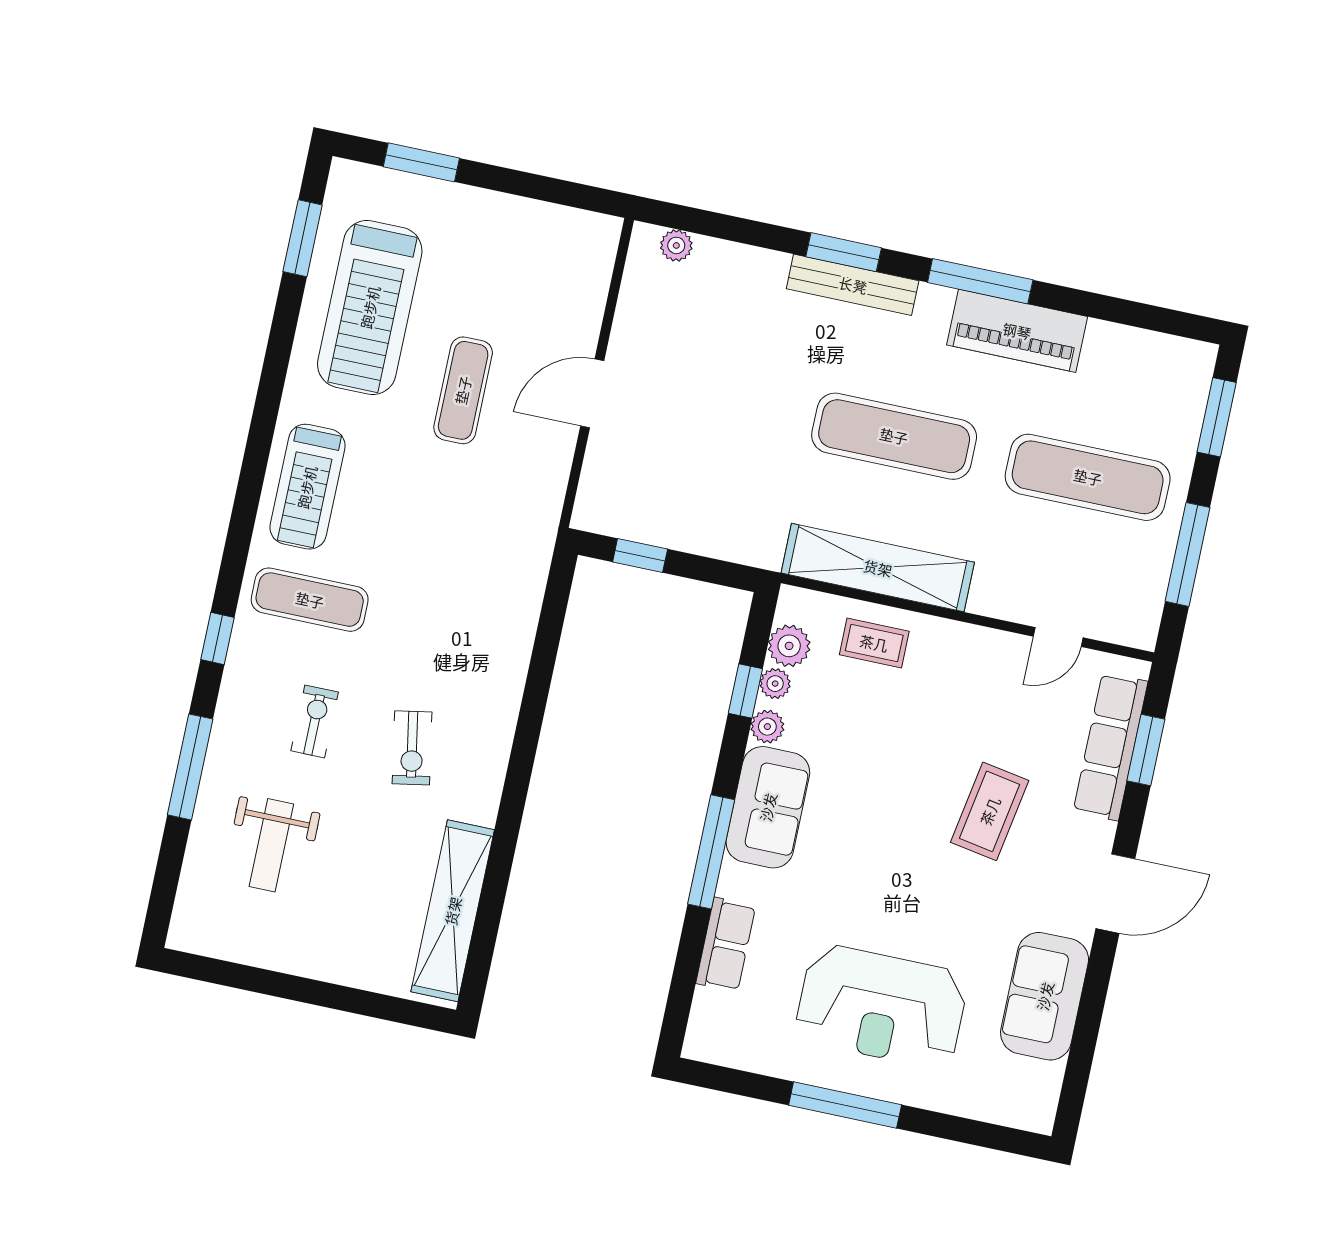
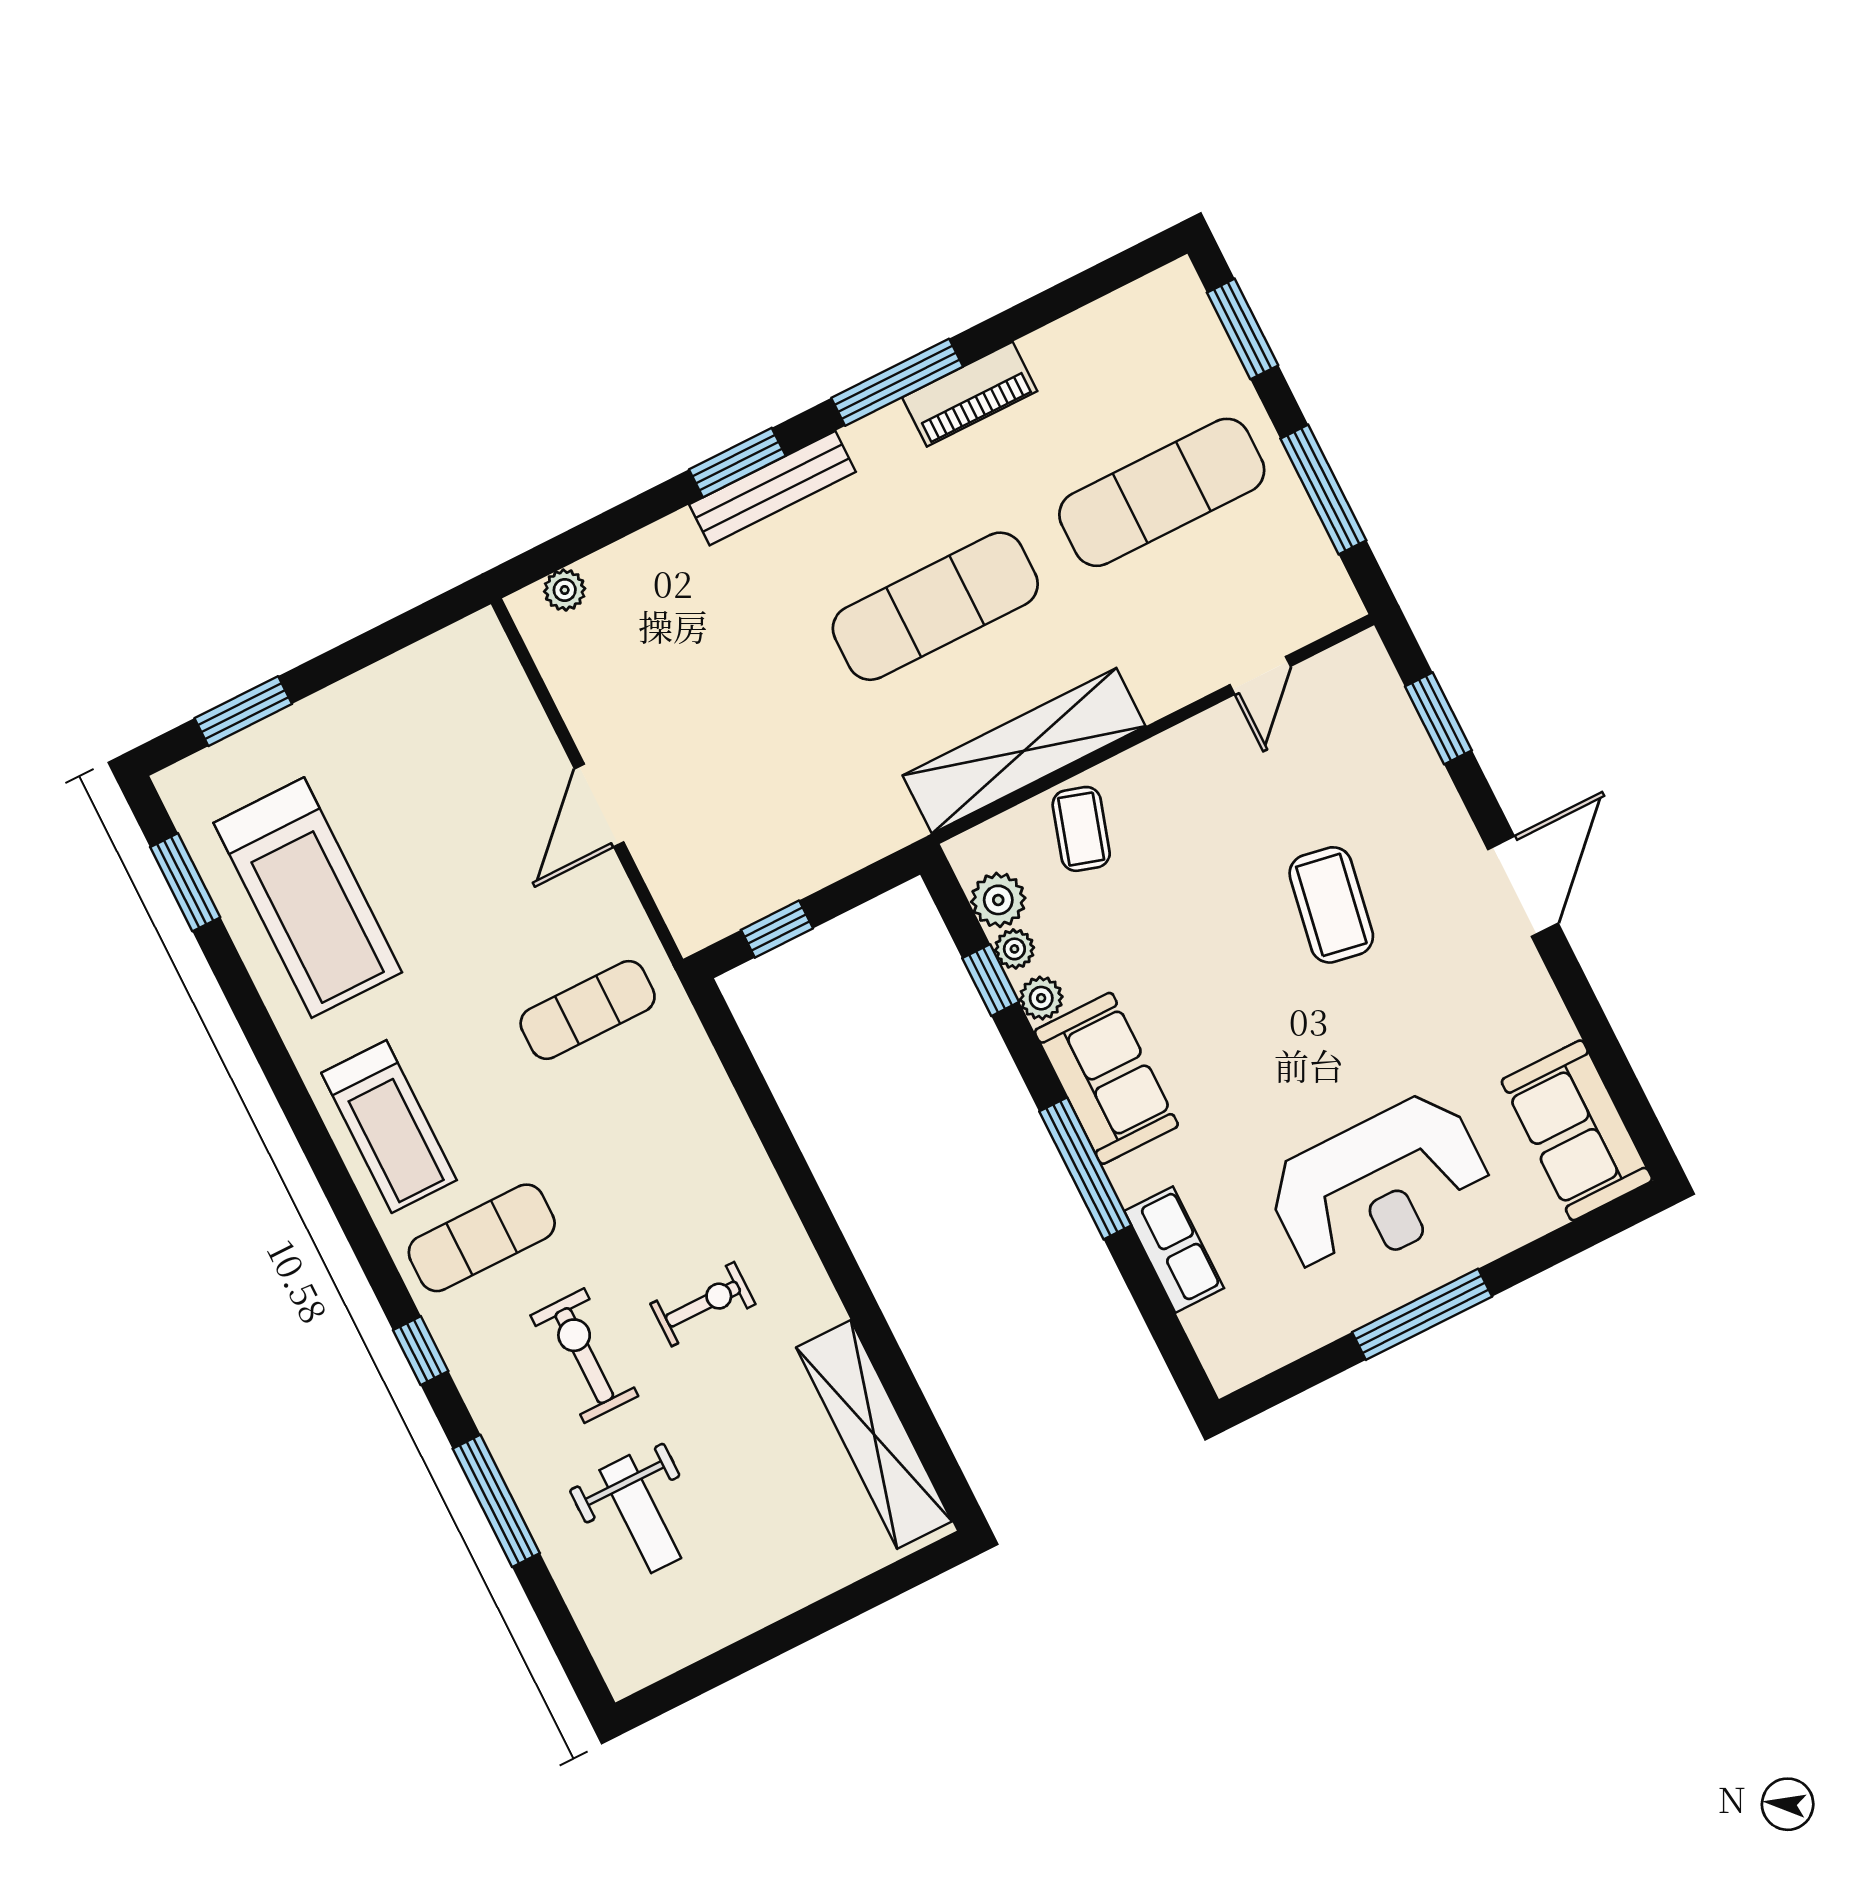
piano: (1017, 331) -> (970, 394), width x0.73, depth x0.75
exercise mat: (463, 390) -> (588, 1010), moved, turned 90
coffee table: (874, 643) -> (1081, 829), turned -73
exercise bike: (315, 721) -> (584, 1356), width x1.38, depth x1.39
row of seats: (1110, 746) -> (1400, 743), removed
exercise bike: (412, 748) -> (703, 1304), turned -80
sofa: (1045, 996) -> (1577, 1130), moved

